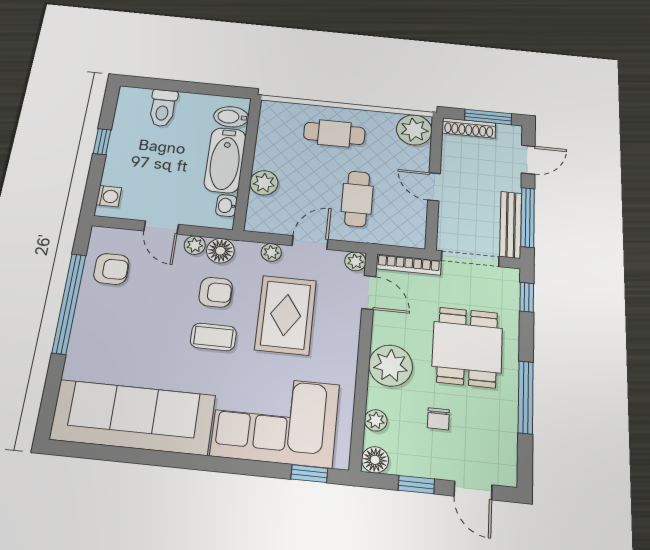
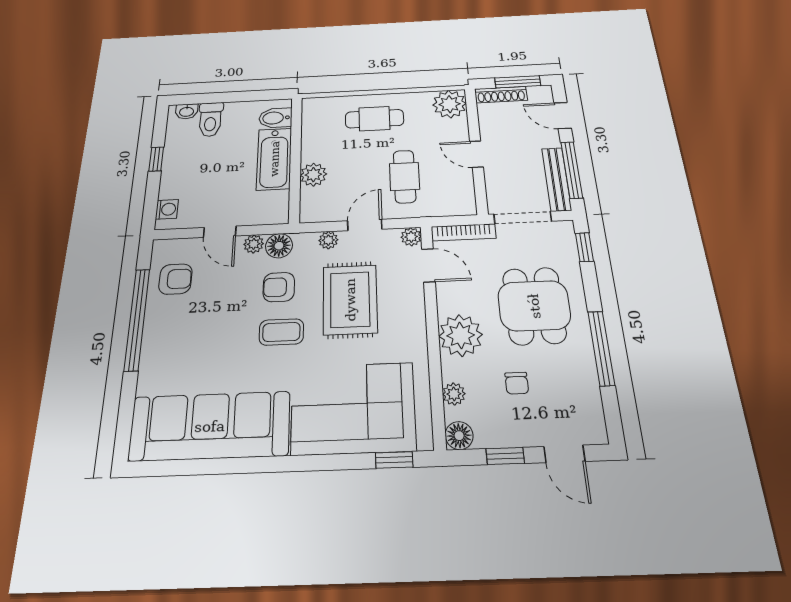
door: (528, 160) -> (563, 116), swing flipped
washbasin: (226, 206) -> (187, 111), moved, turned -90
armchair: (216, 292) -> (279, 287), turned 180

